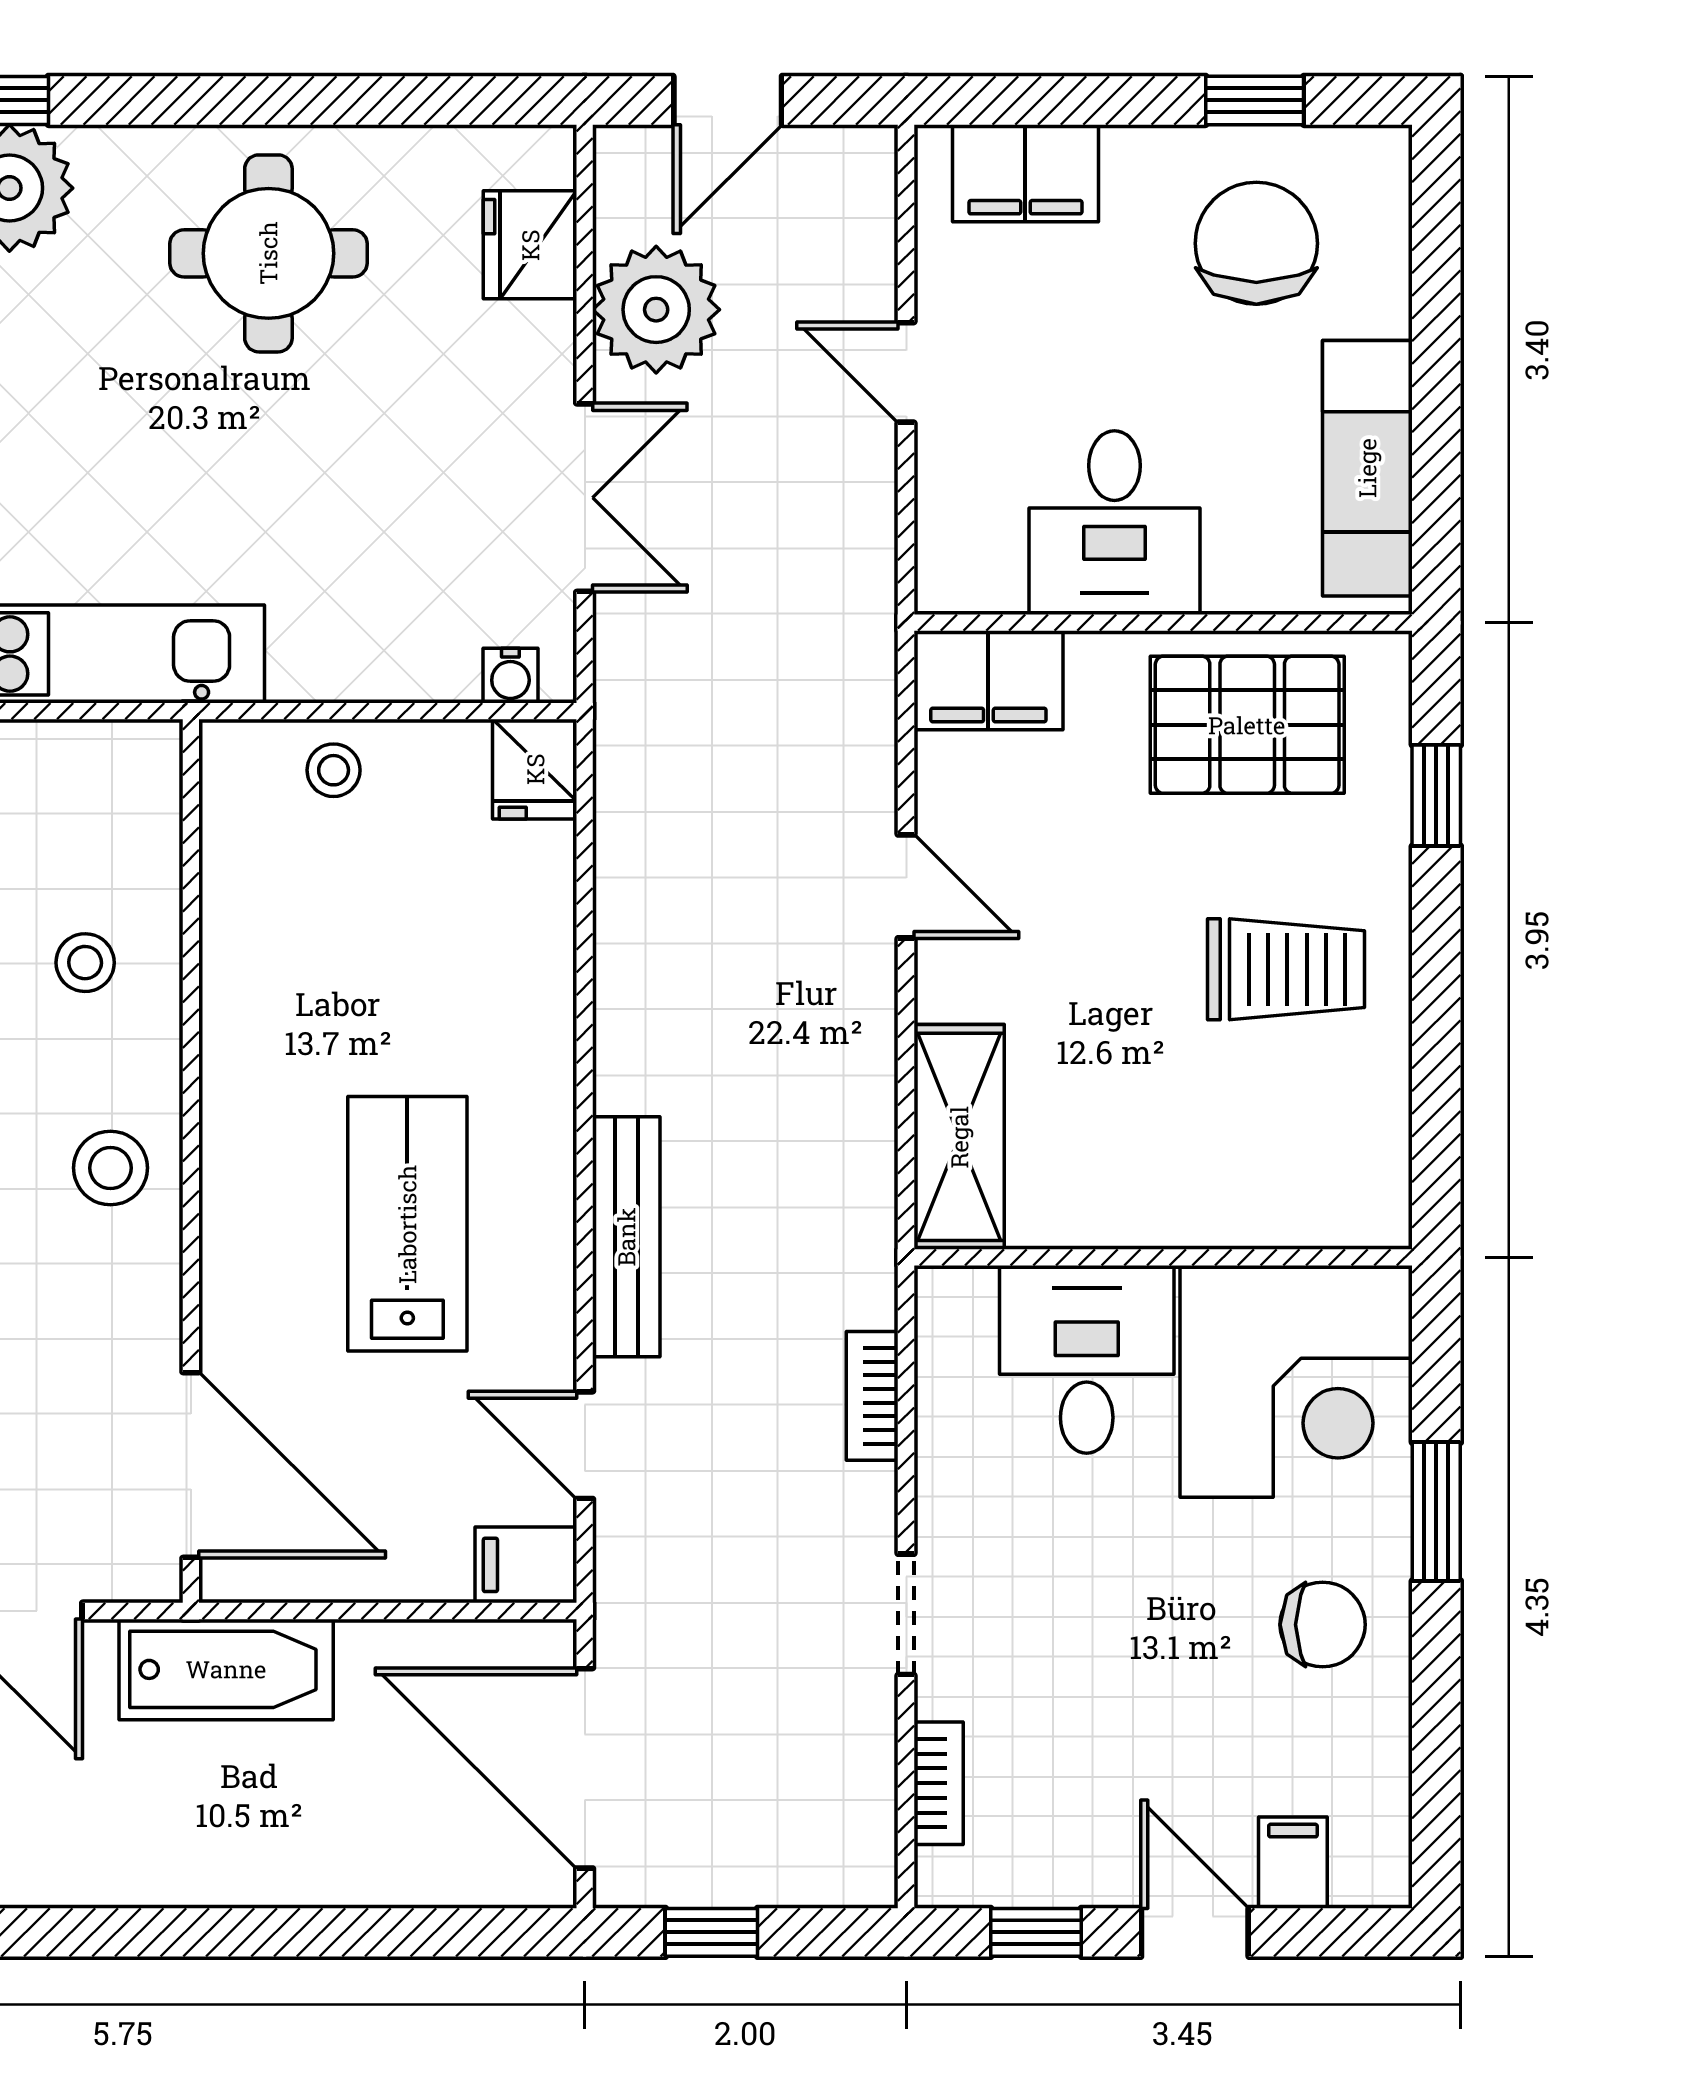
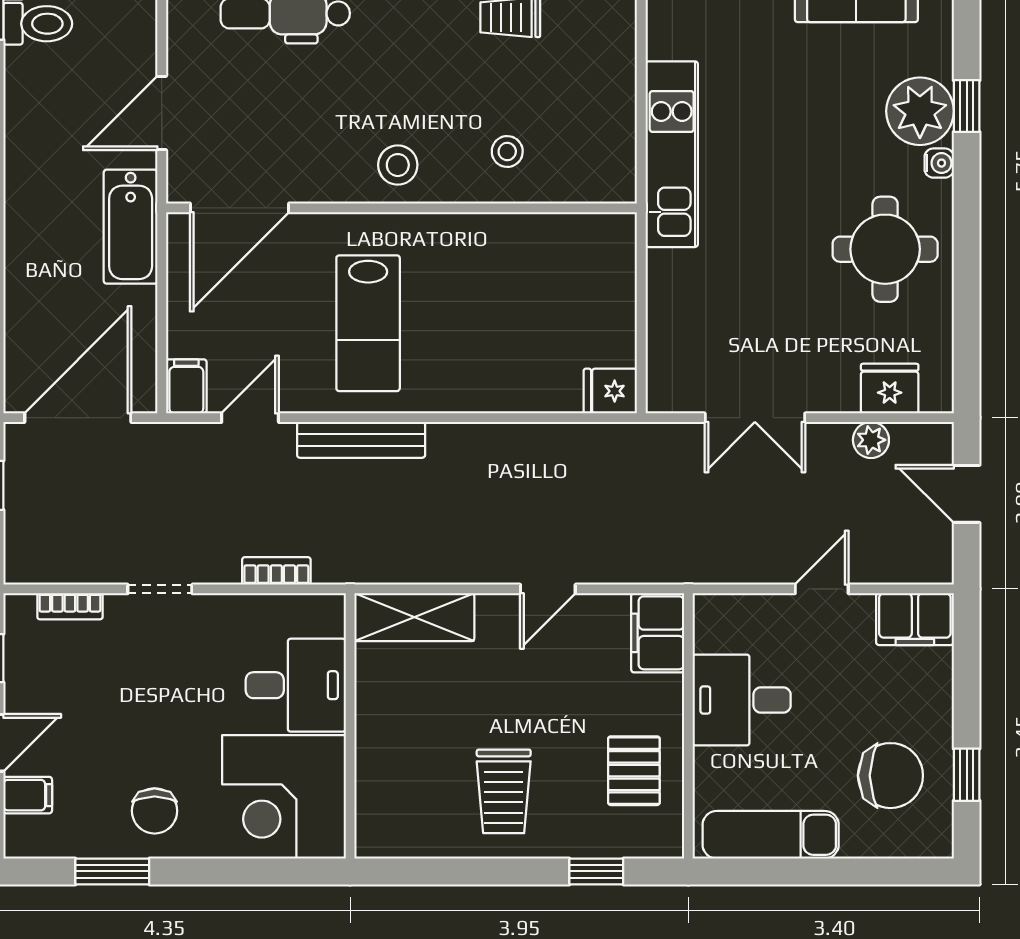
filing cabinet: (1025, 173) -> (915, 619), moved, turned -90
plant: (656, 310) -> (871, 440), width x0.53, depth x0.53
water cooler: (510, 676) -> (939, 163), moved, turned 180
pallet: (1247, 725) -> (634, 771), width x0.67, depth x0.71
stool: (334, 770) -> (610, 284), removed
lab bench: (407, 1224) -> (368, 323), turned 90
window: (1436, 1512) -> (112, 871), moved

